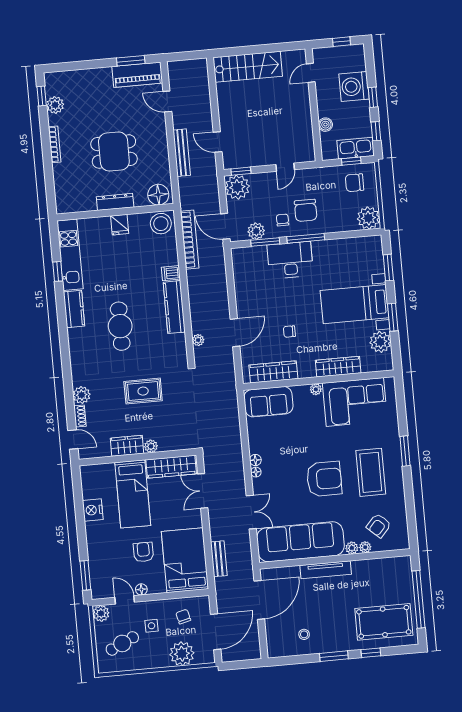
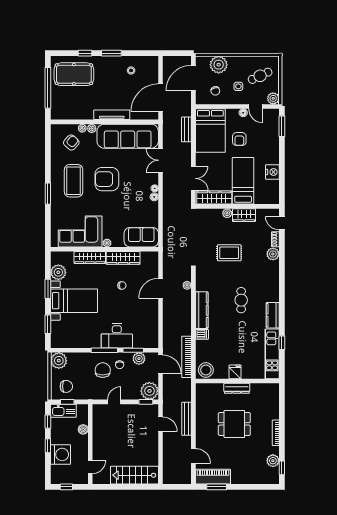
floor lamp: (158, 195) -> (206, 391), removed
cafe table: (120, 326) -> (241, 300), width x0.73, depth x0.74
wardrobe: (273, 372) -> (123, 258), moved

